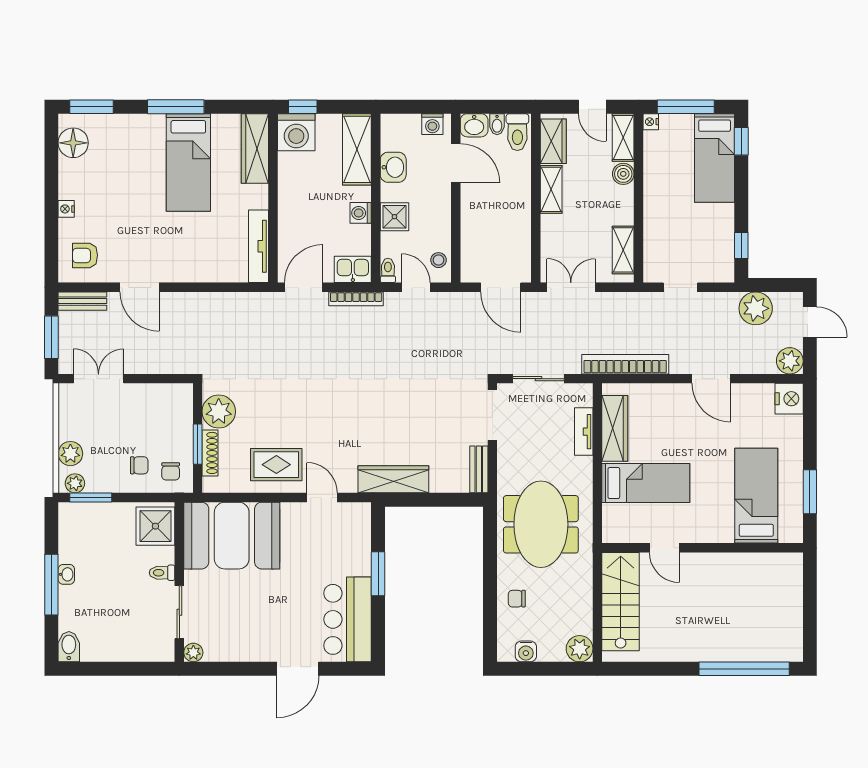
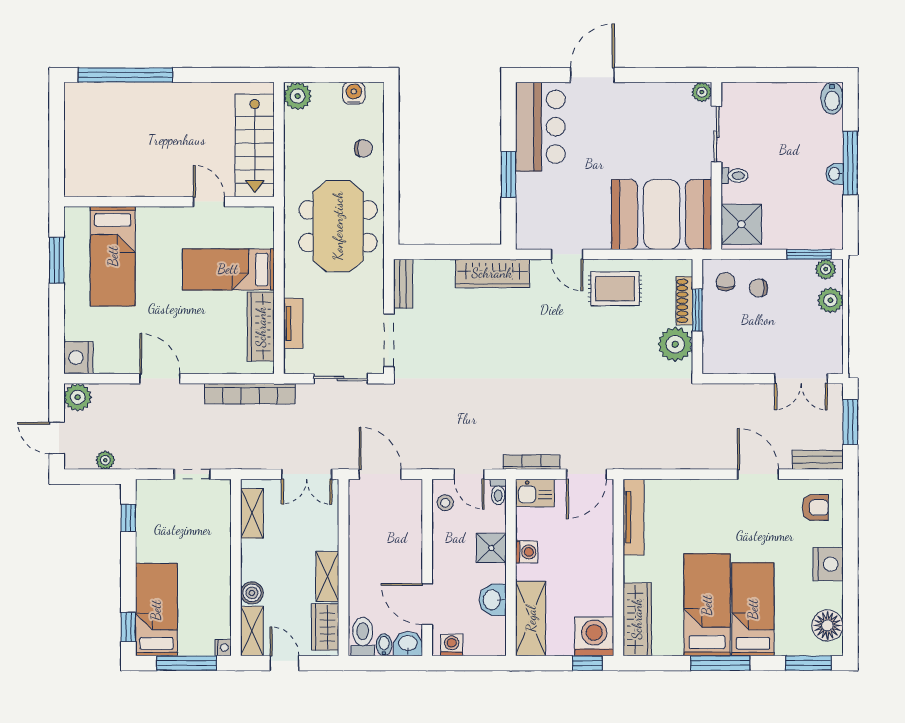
bed: (144, 158) -> (753, 609), added
nightstand: (66, 209) -> (828, 564), width x1.89, depth x1.79
plant: (756, 308) -> (105, 460), width x0.53, depth x0.53

